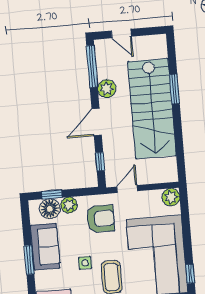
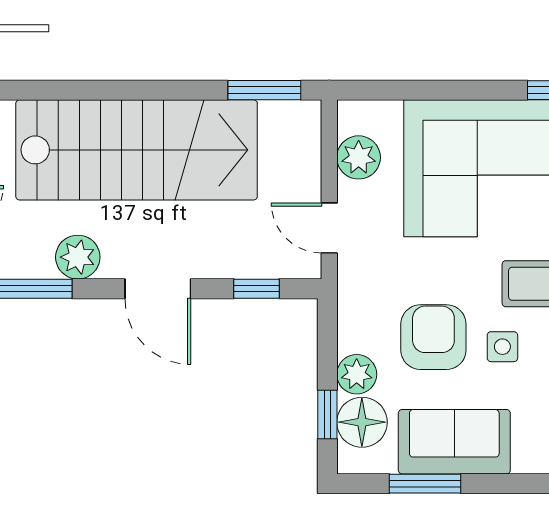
window: (175, 89) -> (264, 90), moved
plant: (171, 197) -> (359, 157), moved
armchair: (101, 219) -> (433, 337), moved
window: (29, 260) -> (425, 484), moved

